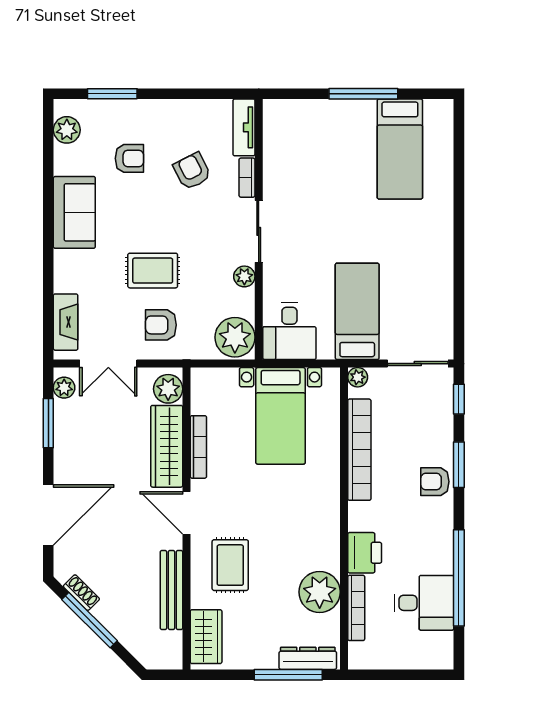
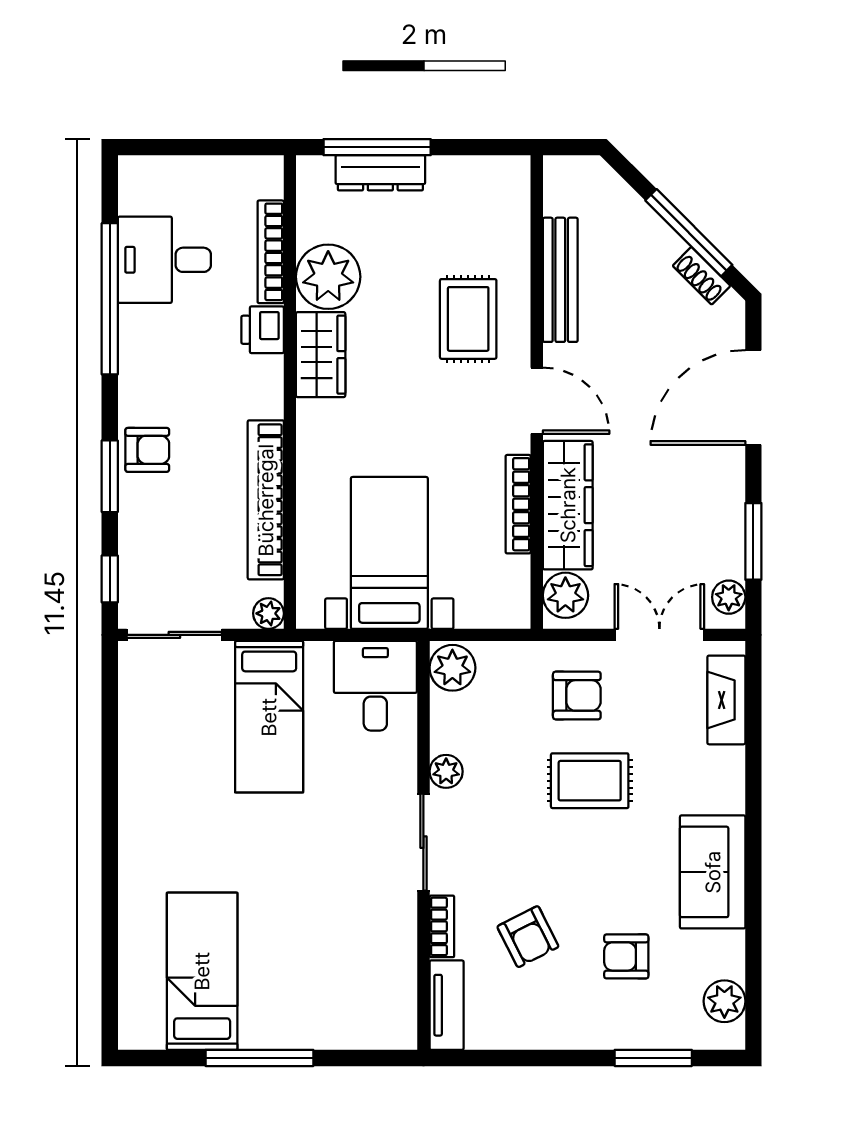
plant: (235, 337) -> (452, 668), width x0.73, depth x0.73
printer: (365, 553) -> (263, 330), width x0.73, depth x0.81
wardrobe: (206, 637) -> (321, 355), moved, turned 180
dresser: (308, 658) -> (380, 173), moved

